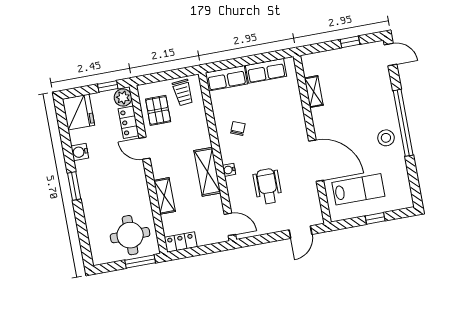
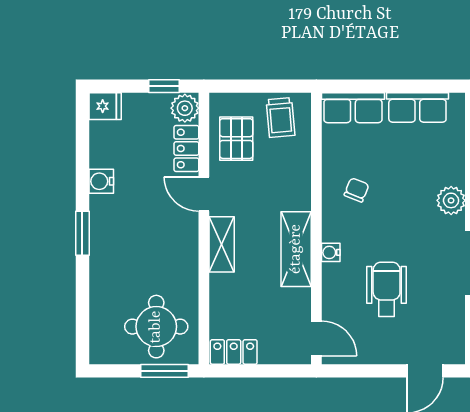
fridge: (78, 112) -> (105, 106), width x0.53, depth x0.75
plant: (297, 124) -> (451, 200), added
shelving: (164, 196) -> (222, 244), moved

